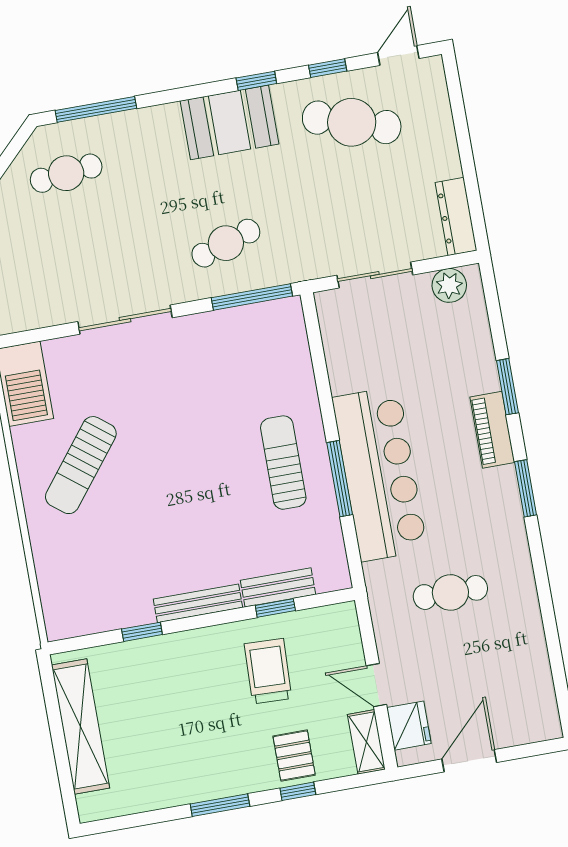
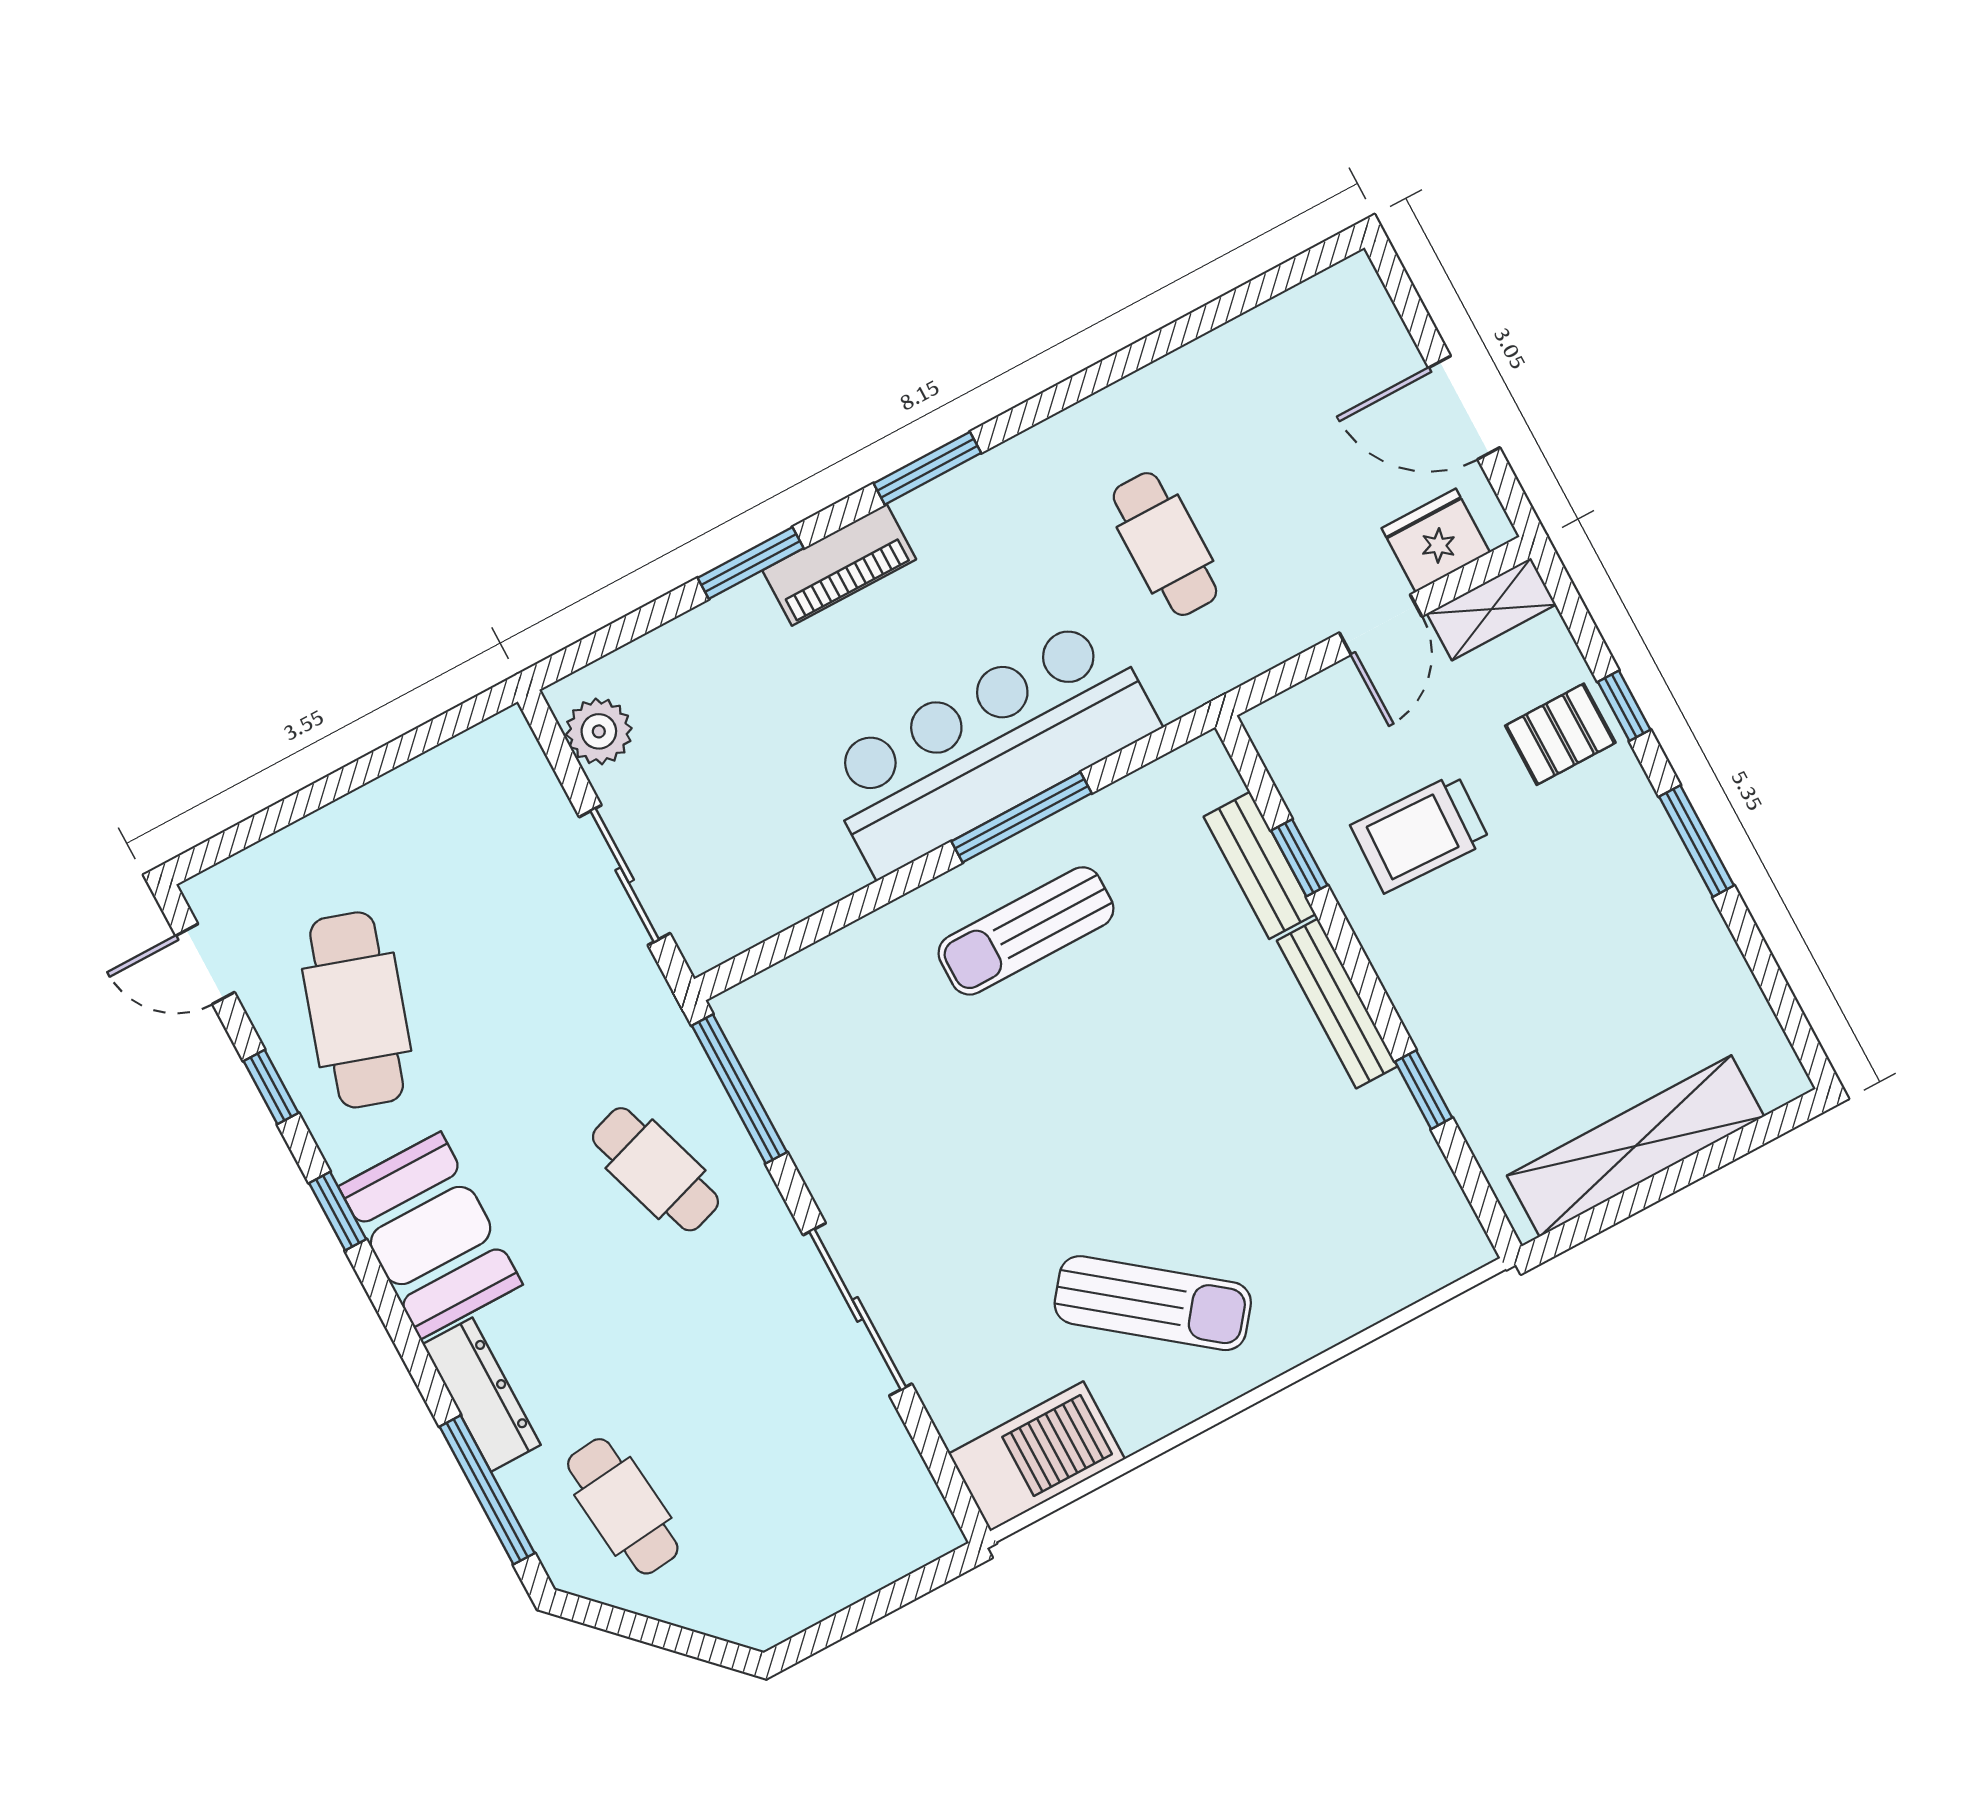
dresser: (456, 216) -> (482, 1395), moved, turned -90

